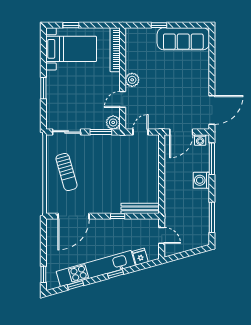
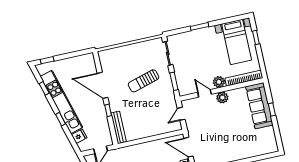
sofa: (183, 39) -> (259, 106), moved
plant: (113, 122) -> (219, 82), moved
door: (140, 132) -> (181, 114), swing flipped
sun lounger: (67, 172) -> (144, 81), moved
door: (73, 216) -> (103, 85), moved

